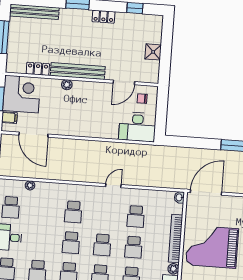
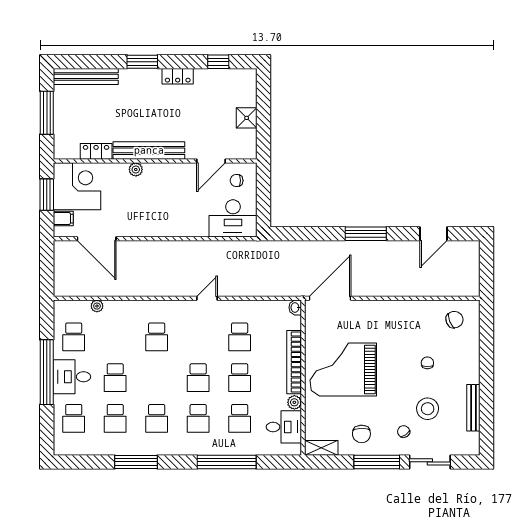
school desk: (71, 243) -> (115, 378), moved

